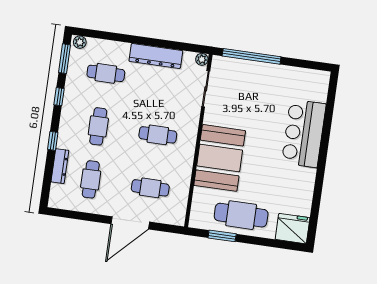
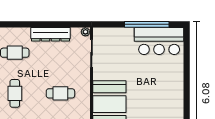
window: (252, 56) -> (147, 24), moved
bar counter: (304, 133) -> (159, 41), moved, turned -90

